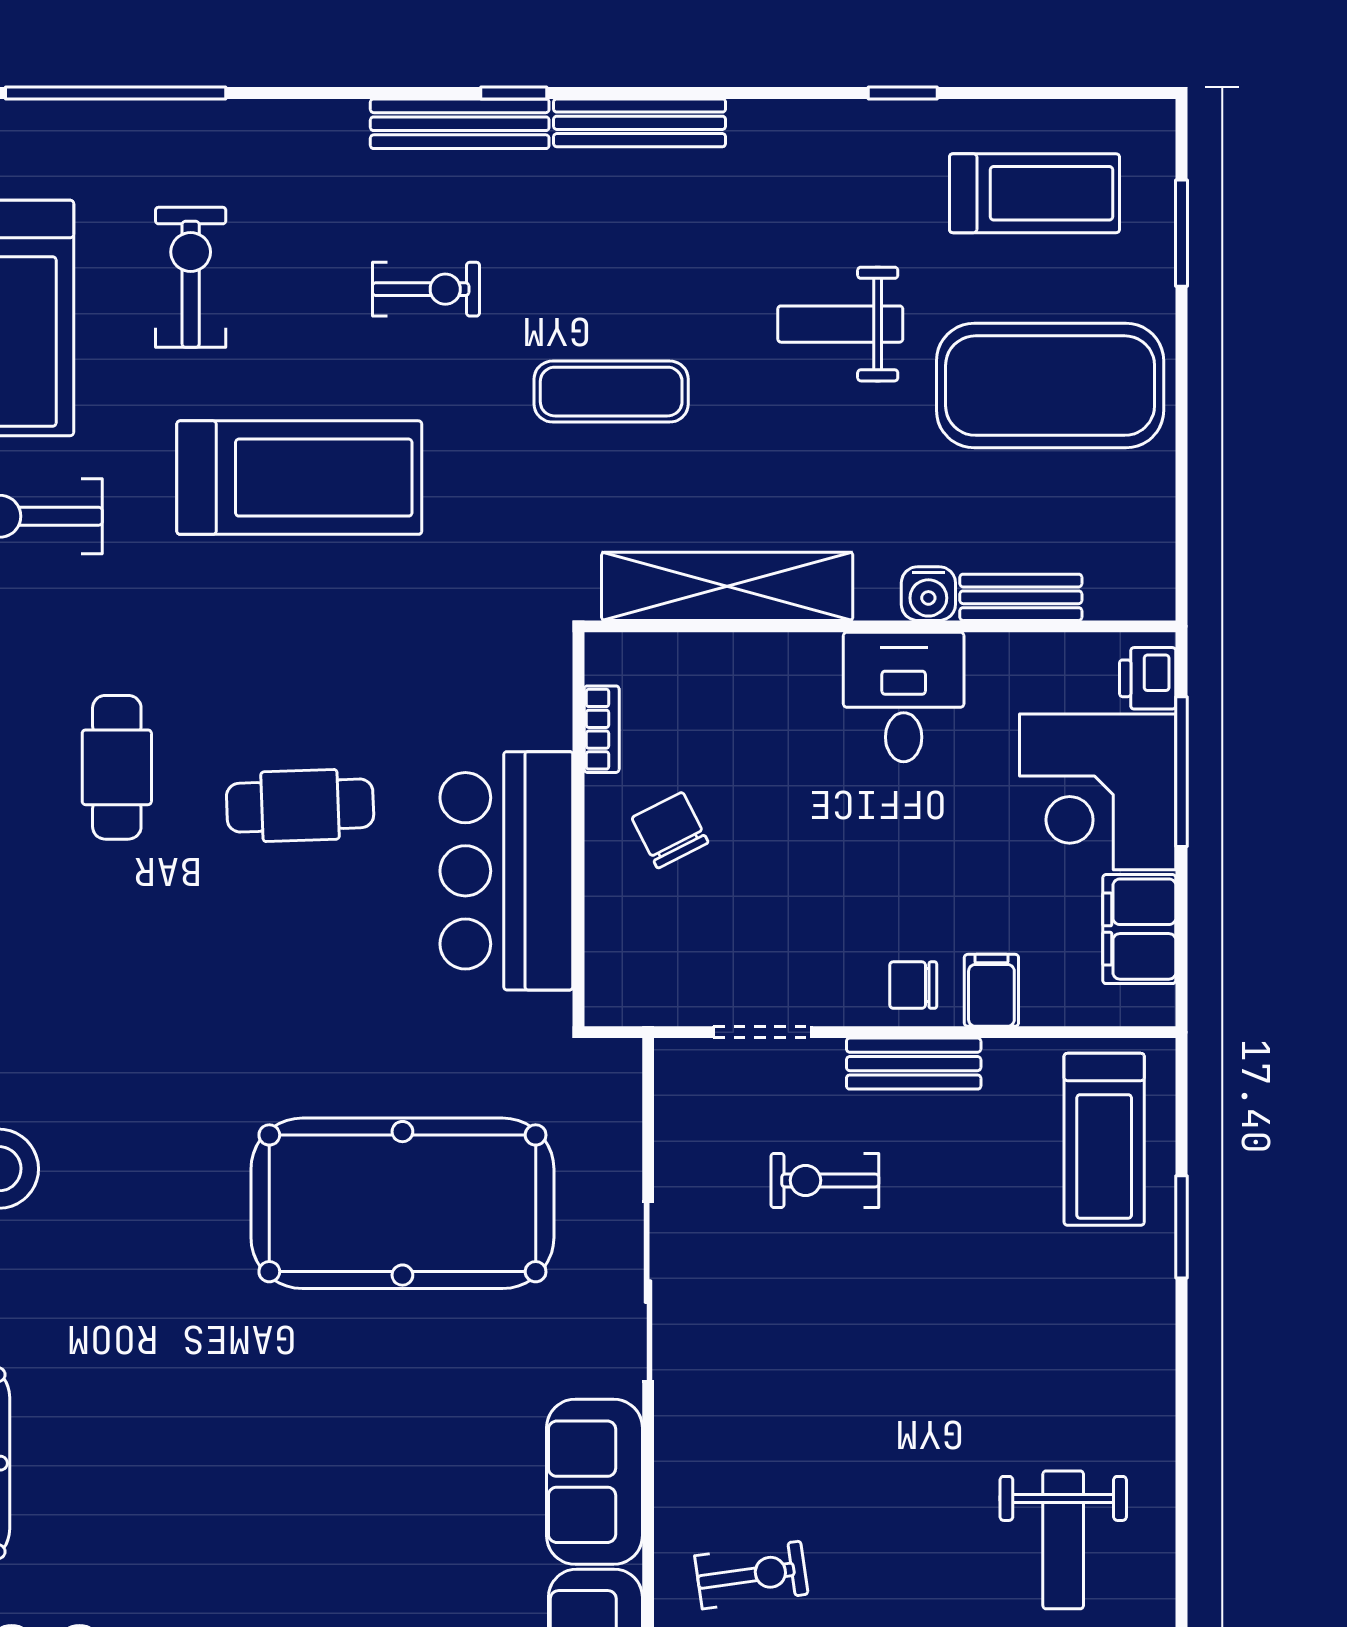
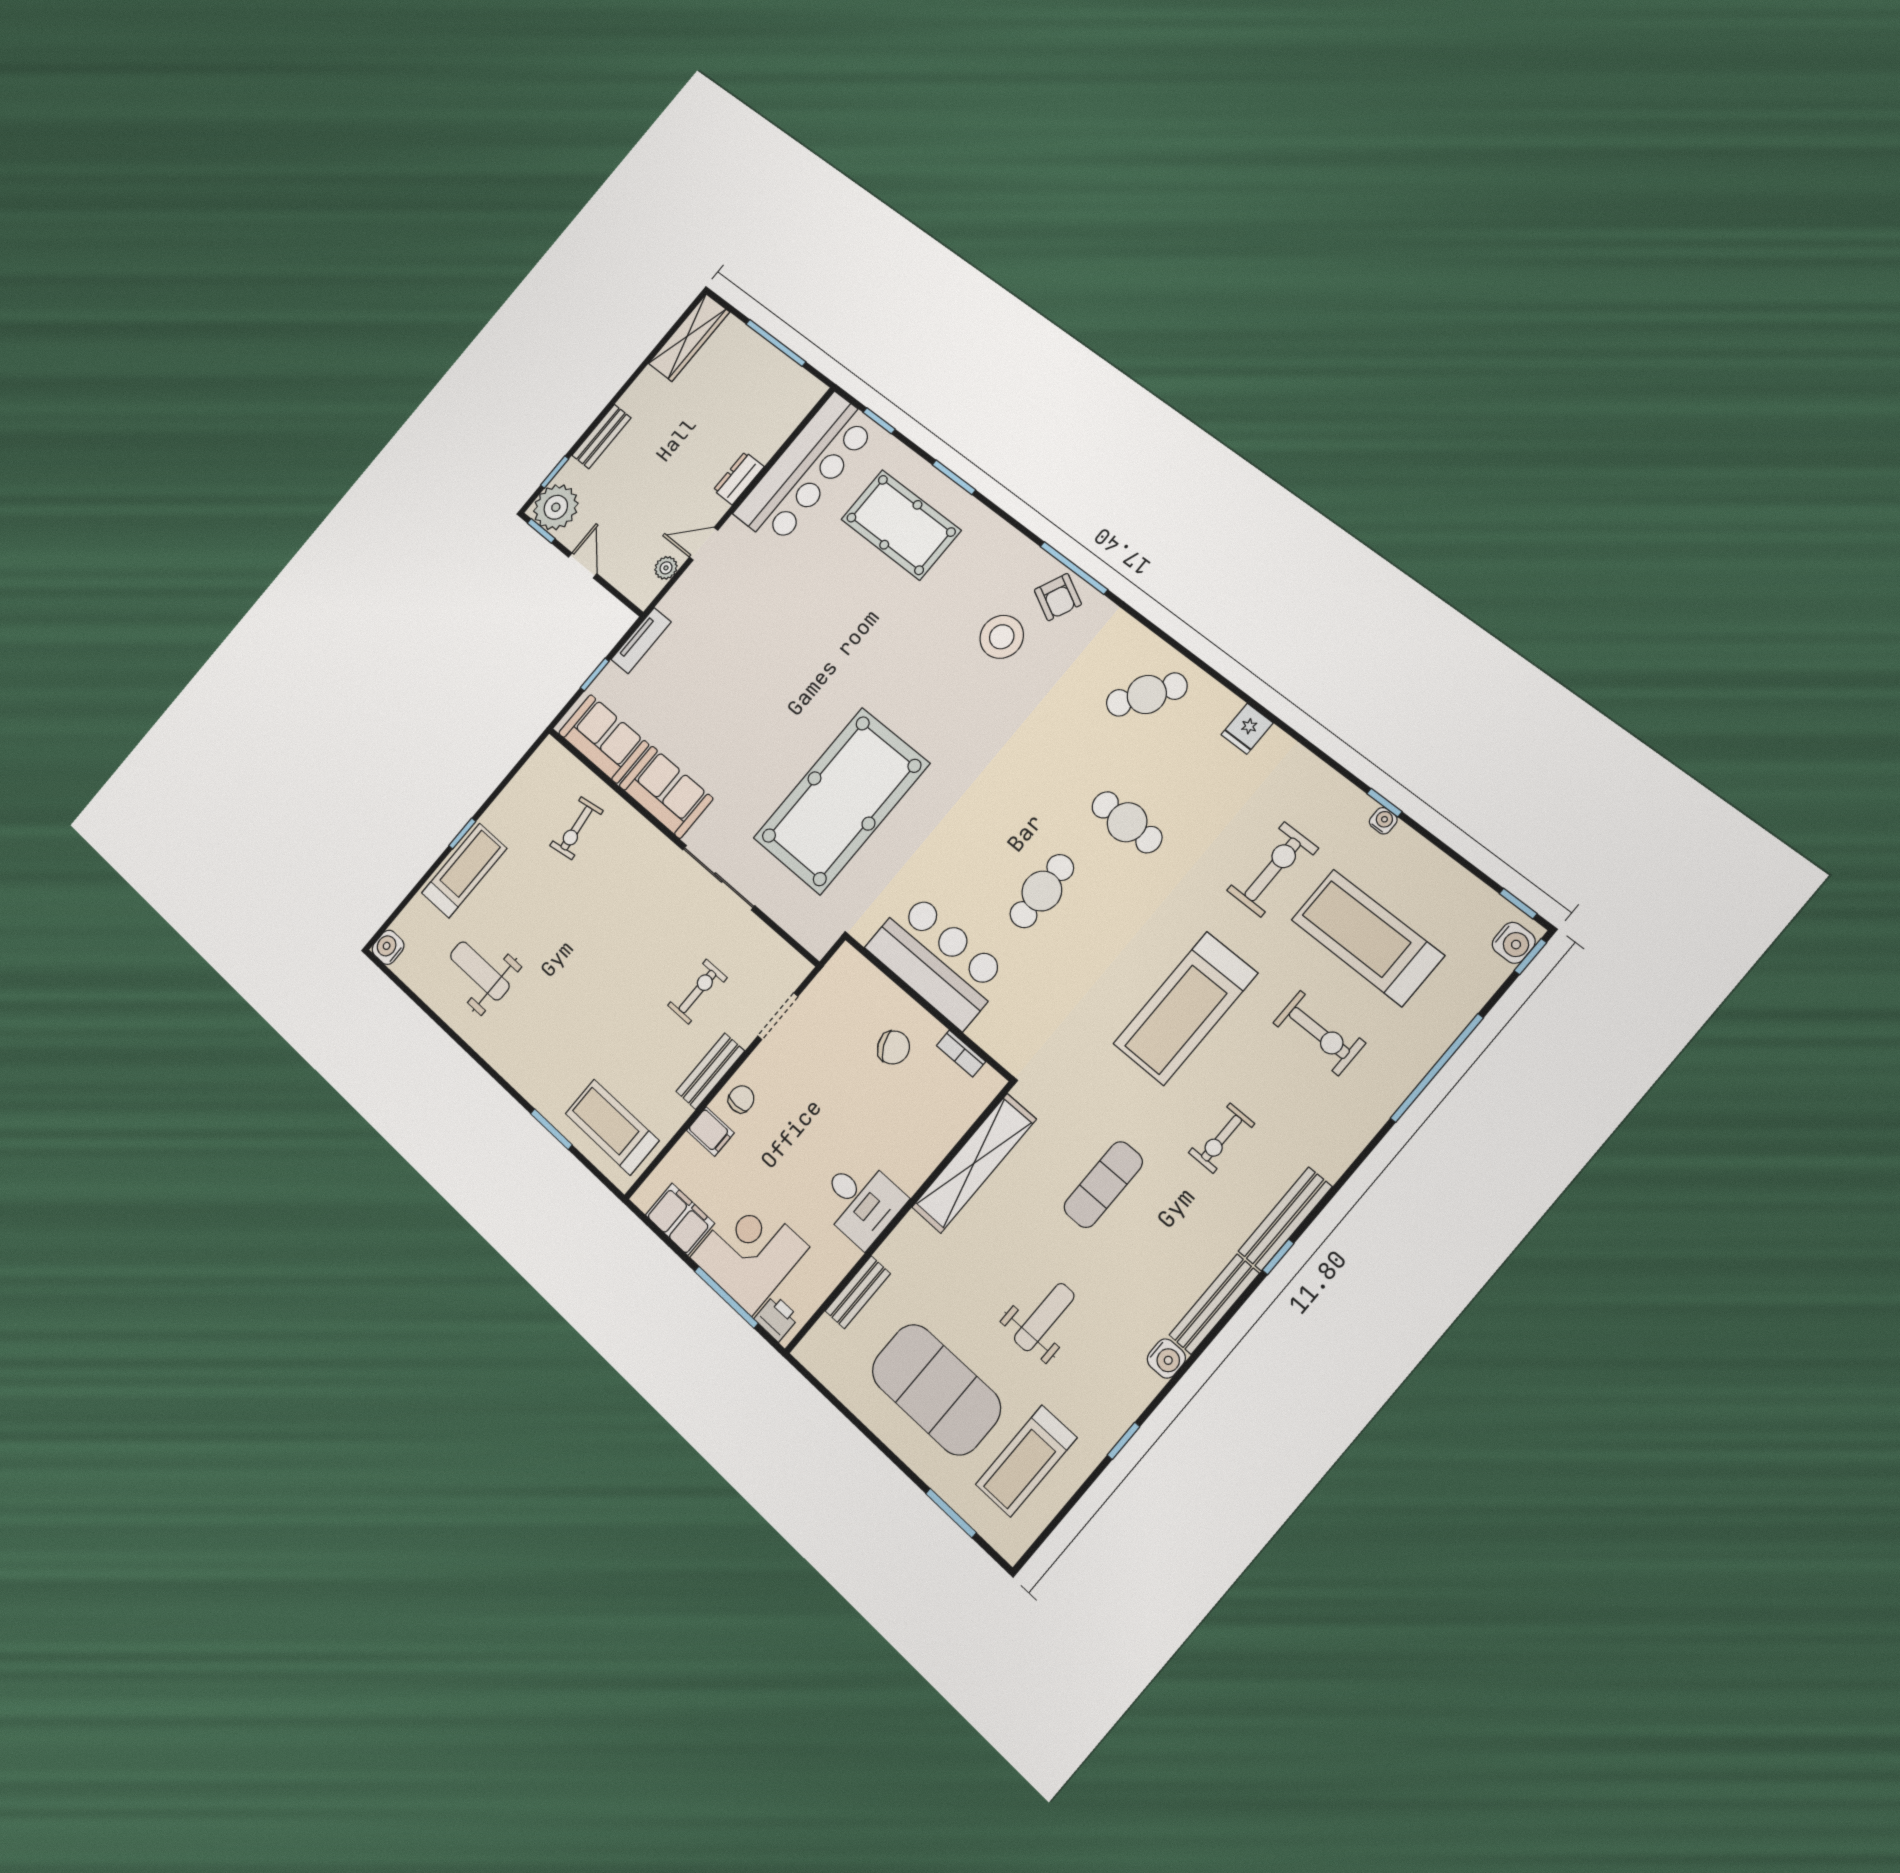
exercise mat: (1050, 386) -> (936, 1389), turned 90
water cooler: (928, 594) -> (1166, 1359), moved, turned 180

